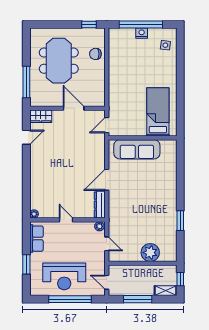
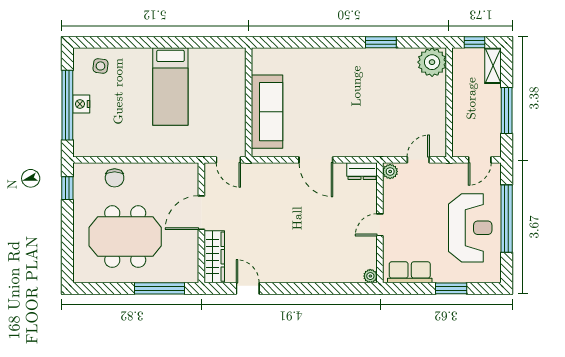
bed: (158, 112) -> (170, 87), moved, turned -90
wardrobe: (41, 116) -> (214, 257), width x1.50
dresser: (100, 205) -> (362, 171), width x0.70
plant: (150, 253) -> (432, 62), moved

